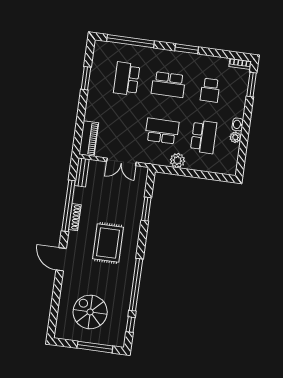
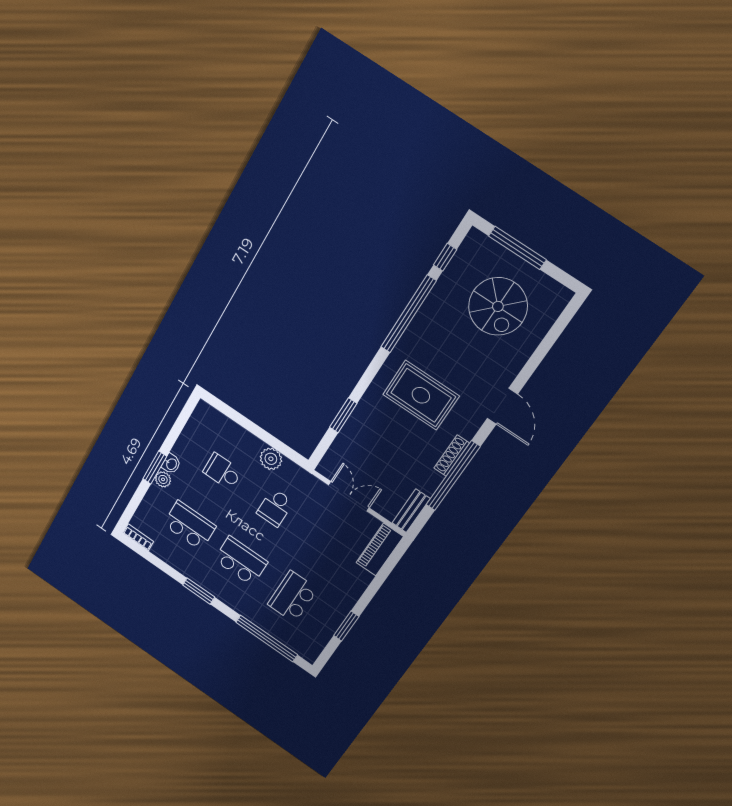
school desk: (127, 79) -> (293, 597), turned 180
window: (252, 85) -> (155, 468), moved
school desk: (210, 90) -> (190, 525), width x1.85
school desk: (162, 131) -> (275, 508), width x0.54
school desk: (204, 137) -> (222, 471), width x0.54
plant: (235, 137) -> (163, 479), moved
rug: (108, 243) -> (421, 395), turned 90

